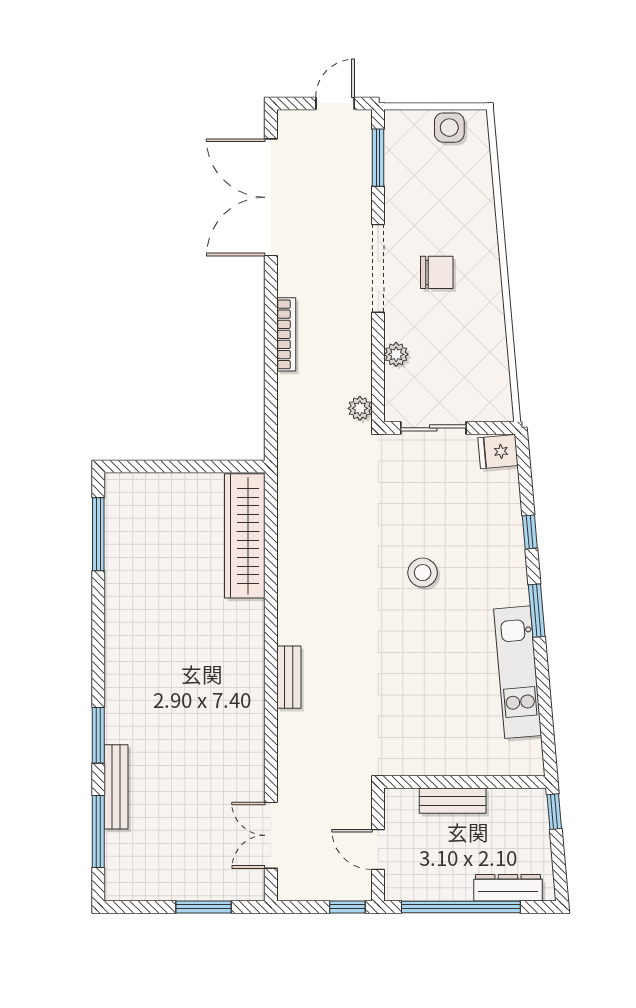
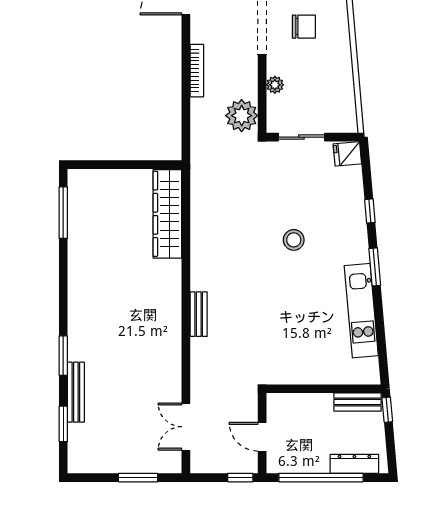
plant: (360, 408) -> (242, 116), width x1.87, depth x1.87
bench: (453, 801) -> (357, 402), moved
window: (98, 832) -> (63, 424), width x0.69

